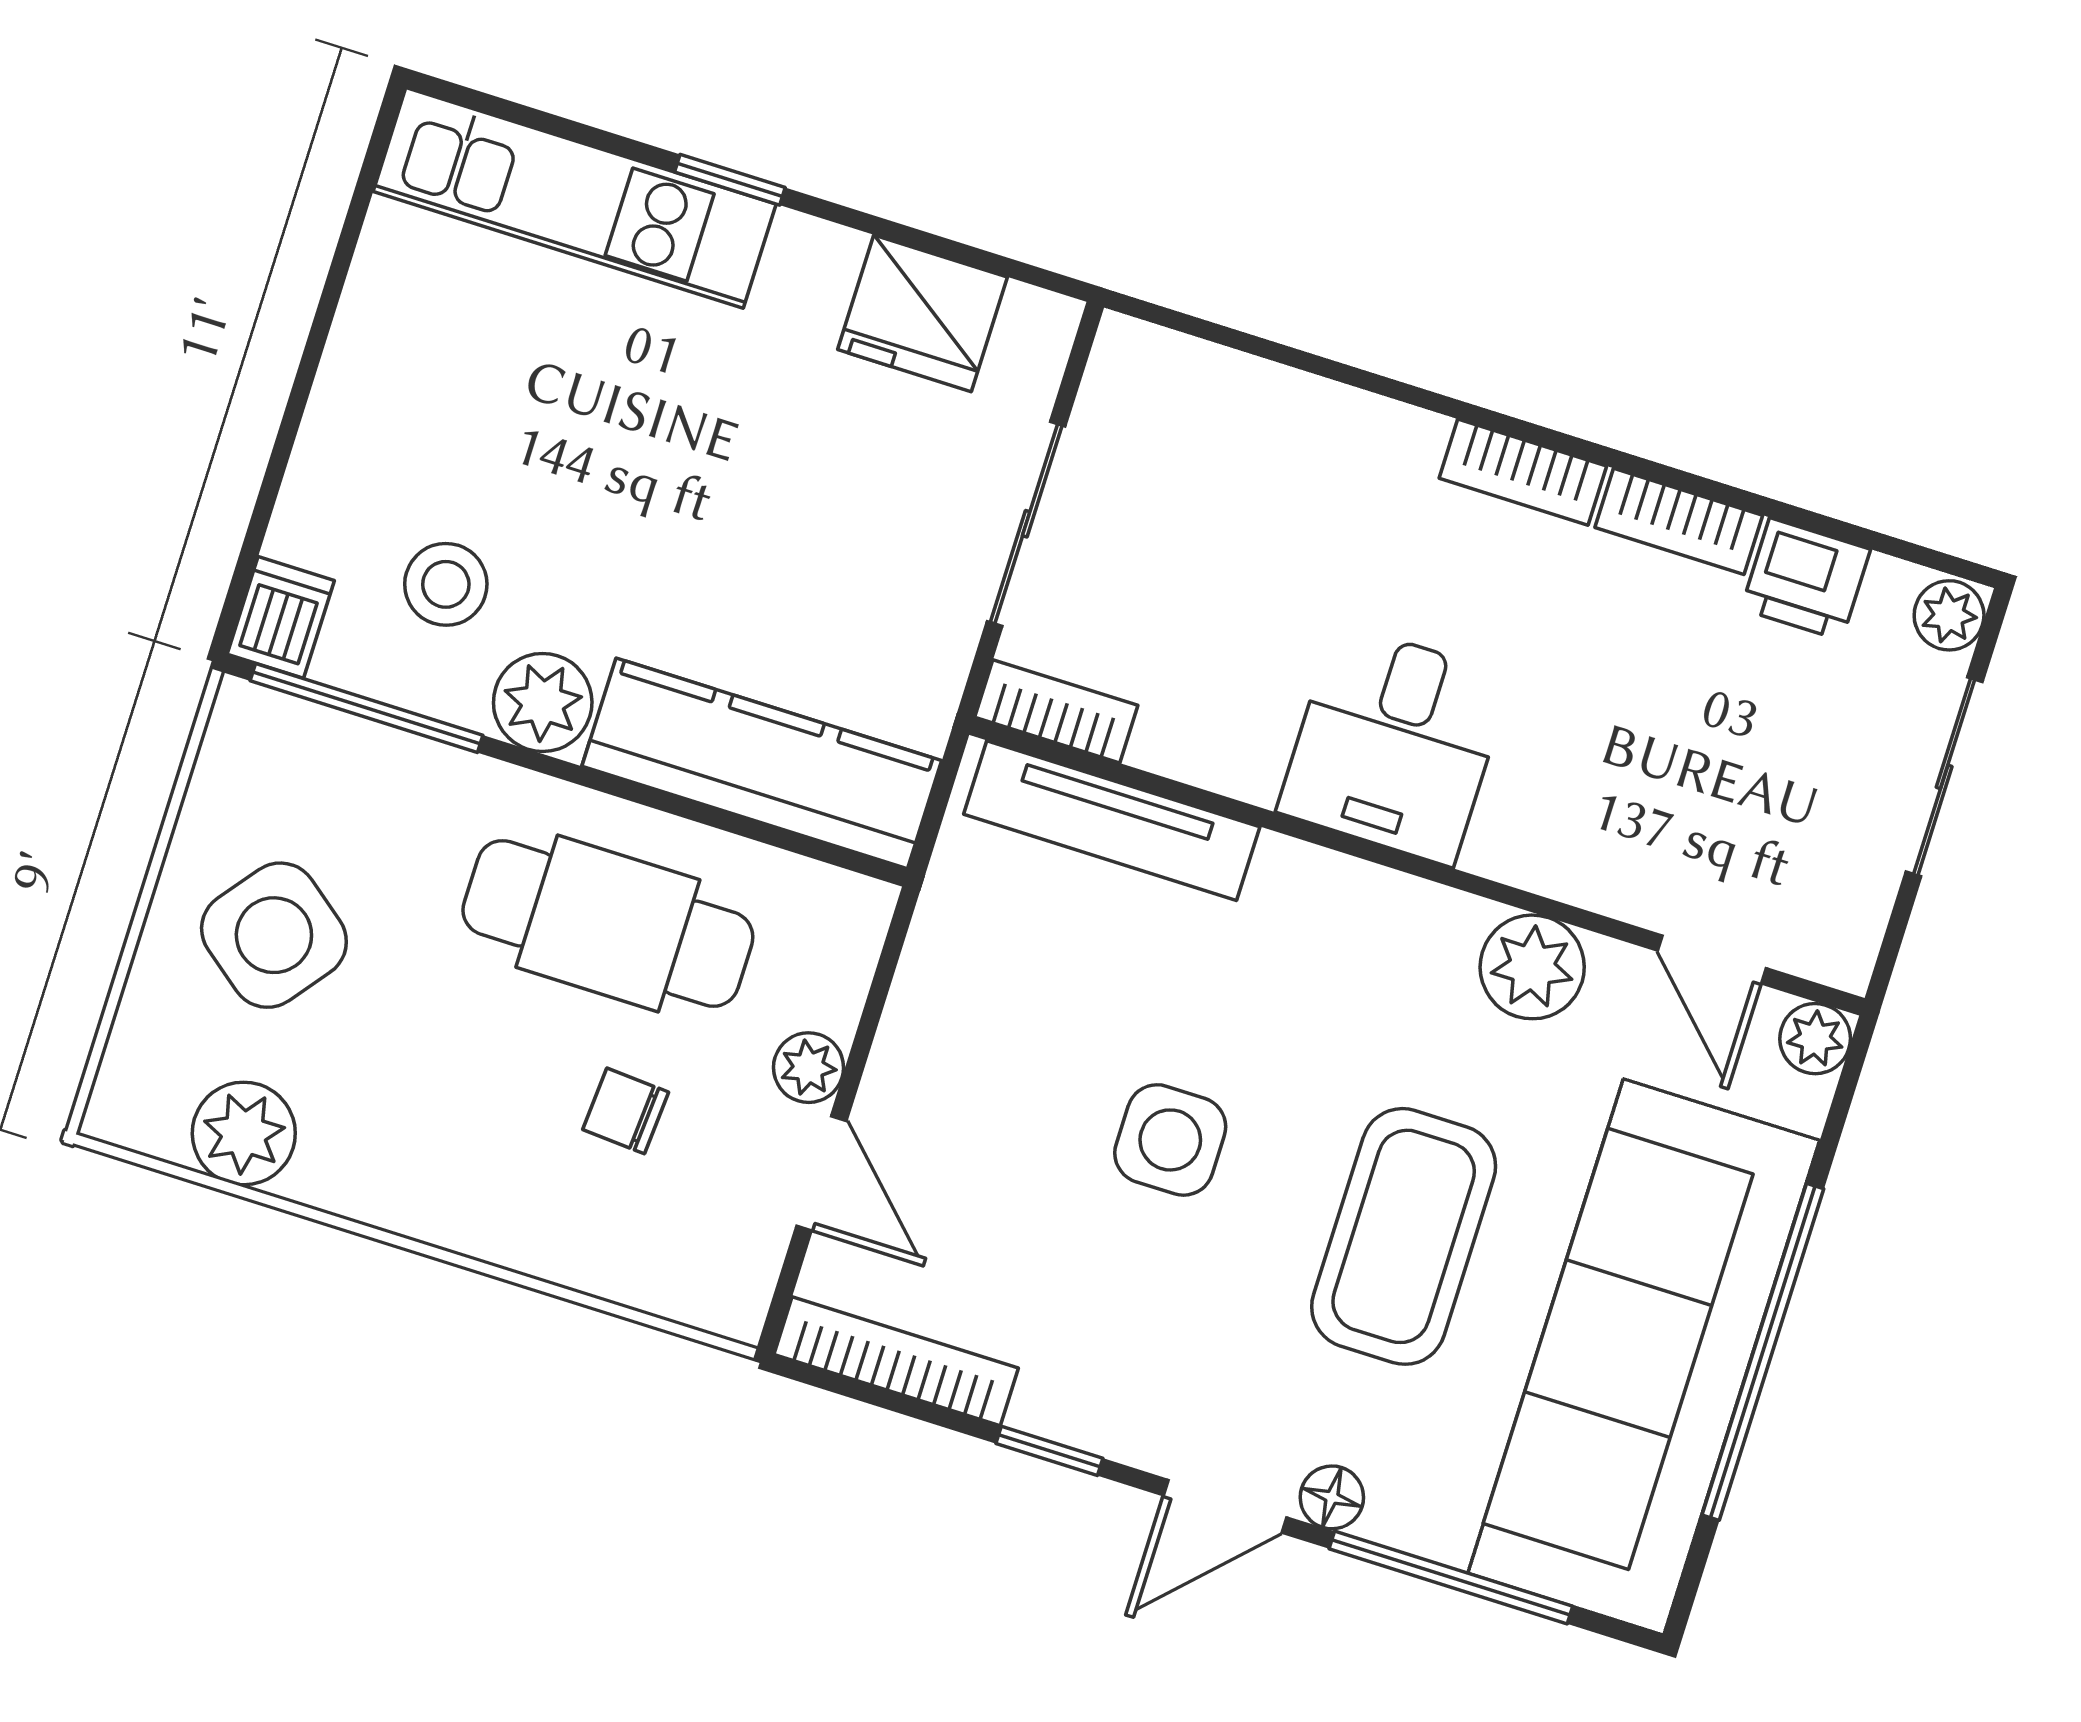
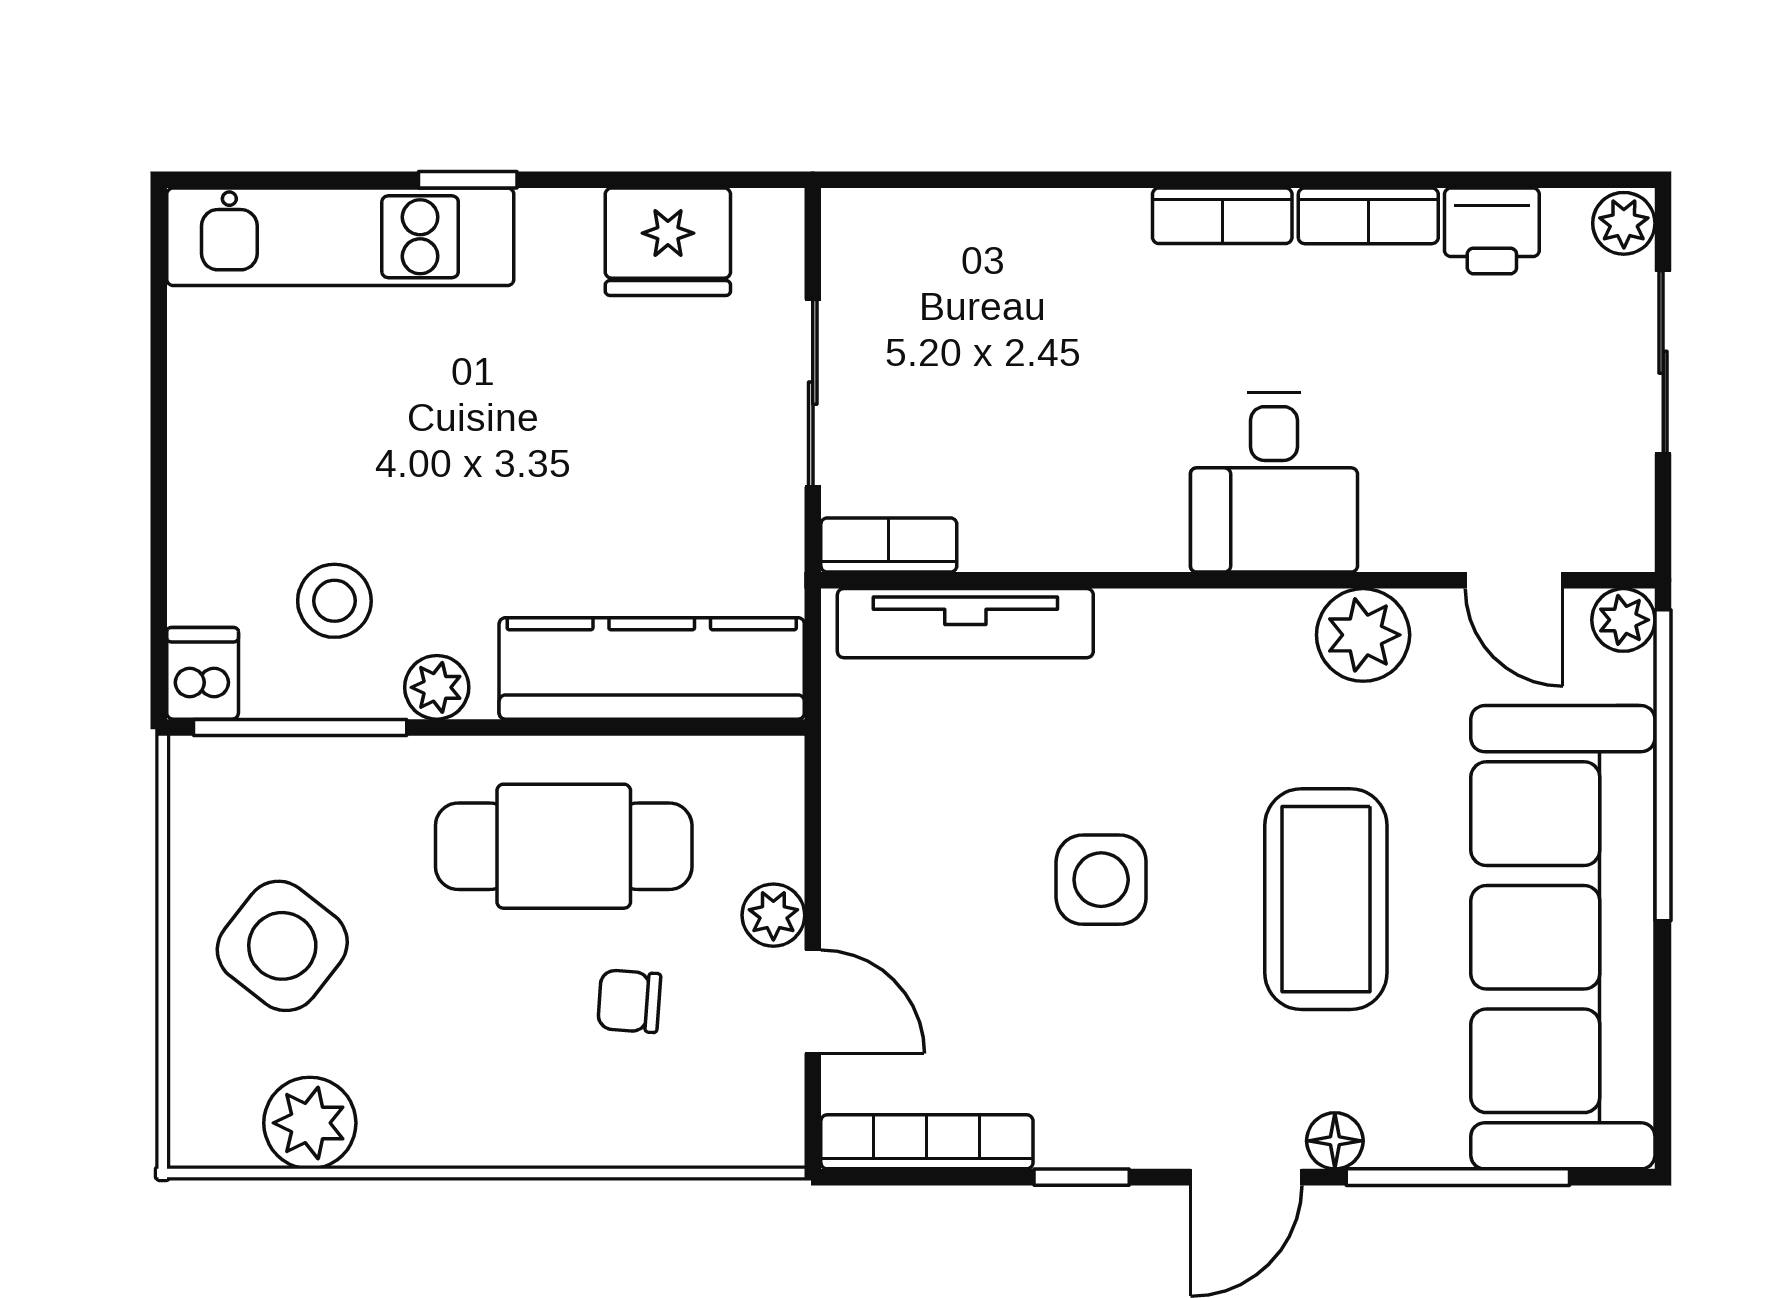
plant: (543, 702) -> (437, 687), width x0.73, depth x0.73
desk: (1394, 744) -> (1274, 482), moved
window: (1763, 1352) -> (1663, 765), moved

